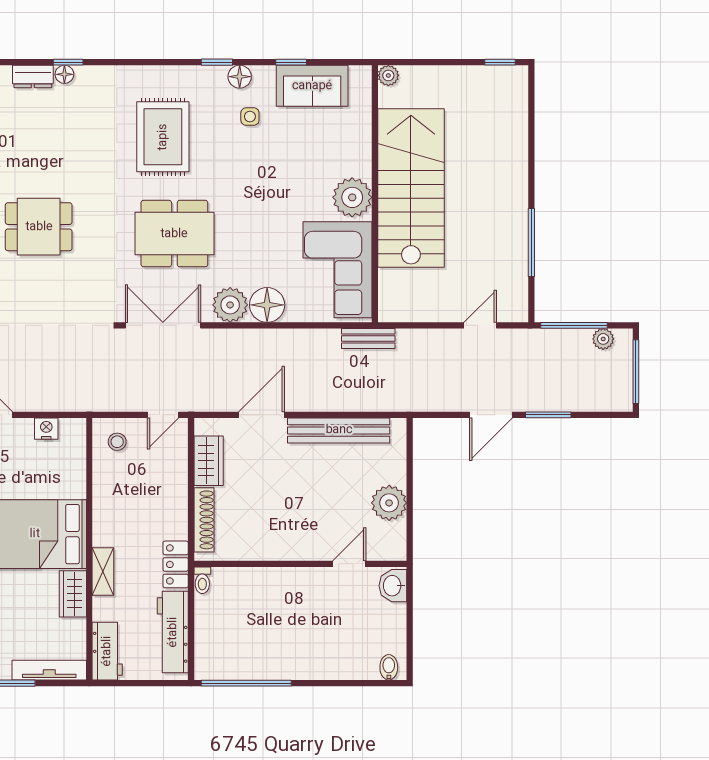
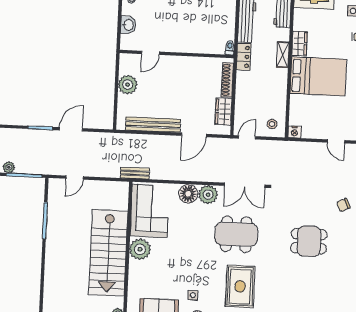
nightstand: (46, 429) -> (295, 132), moved
washbasin: (393, 586) -> (128, 25), moved

